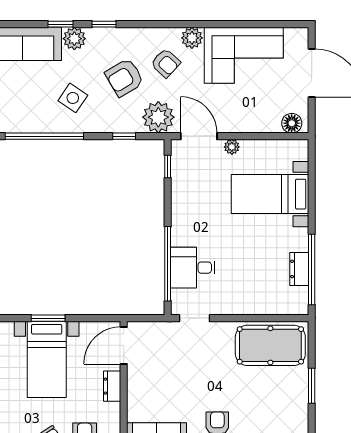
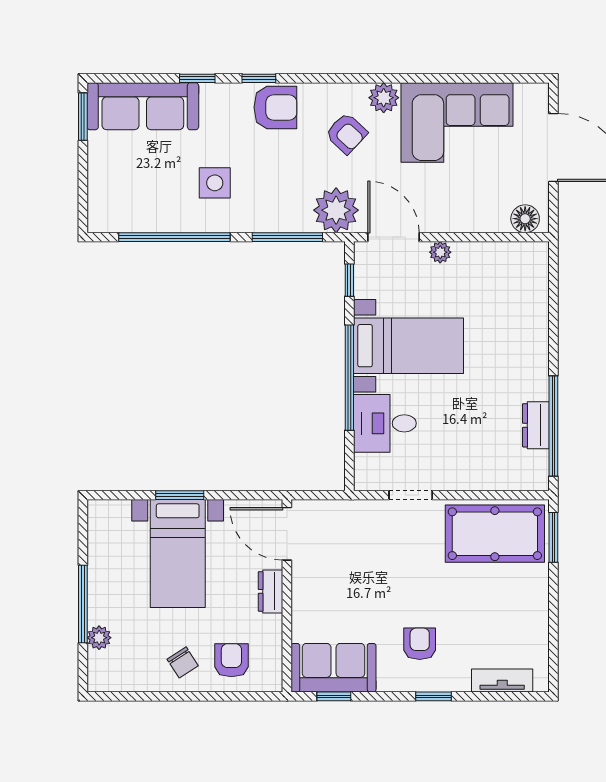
plant: (74, 39) -> (217, 99), removed
armchair: (124, 78) -> (275, 107), moved, turned -149
side table: (73, 98) -> (215, 183), turned -34
window: (124, 136) -> (287, 237), width x2.17
bed with nightstands: (270, 194) -> (408, 346), moved, turned 180
window: (168, 264) -> (349, 378), moved
doorway: (194, 318) -> (411, 495), moved
door: (124, 345) -> (287, 534), hinge flipped
window: (312, 386) -> (553, 537), moved

